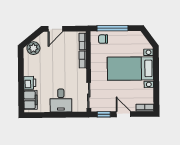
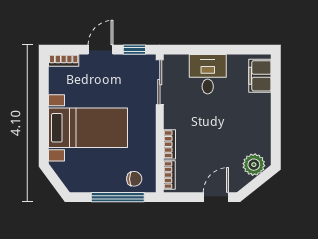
printer: (30, 83) -> (261, 105), removed
door: (123, 114) -> (101, 50), swing flipped

